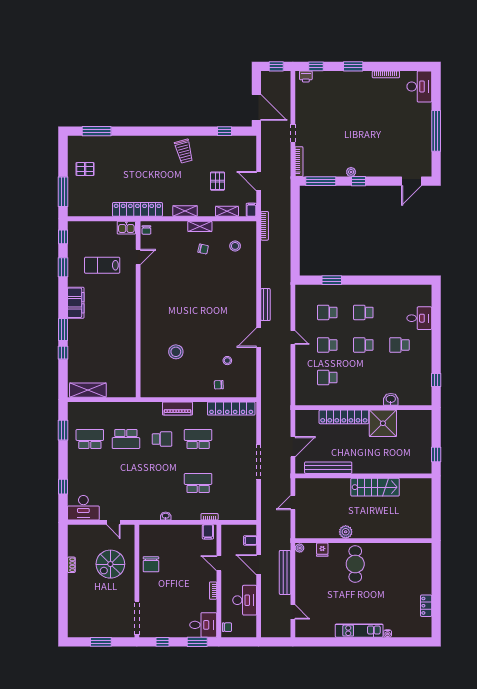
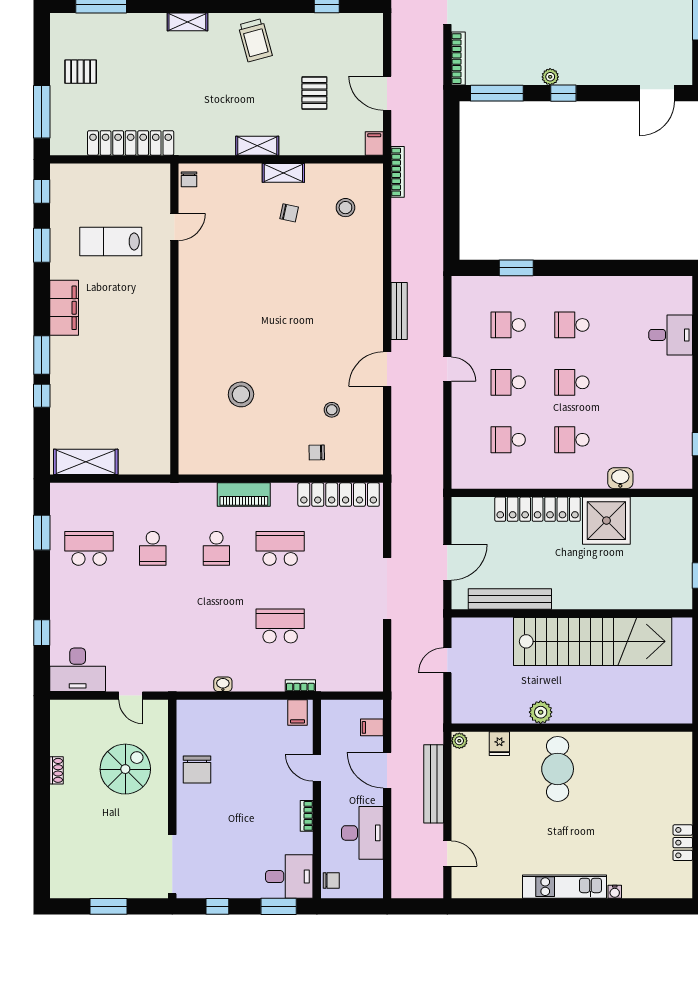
locker: (137, 209) -> (131, 143), moved
shelving: (227, 211) -> (187, 22), moved
kitchen sink: (126, 228) -> (154, 175), removed
school desk: (399, 345) -> (572, 440), moved
school desk: (126, 439) -> (153, 548), width x0.54
school desk: (162, 439) -> (216, 548), turned 90
stairs: (375, 487) -> (593, 641), width x1.86, depth x1.51
spiral stairs: (110, 564) -> (125, 769), turned 180

